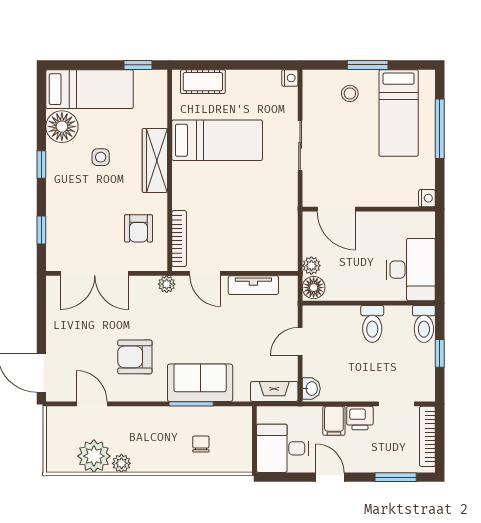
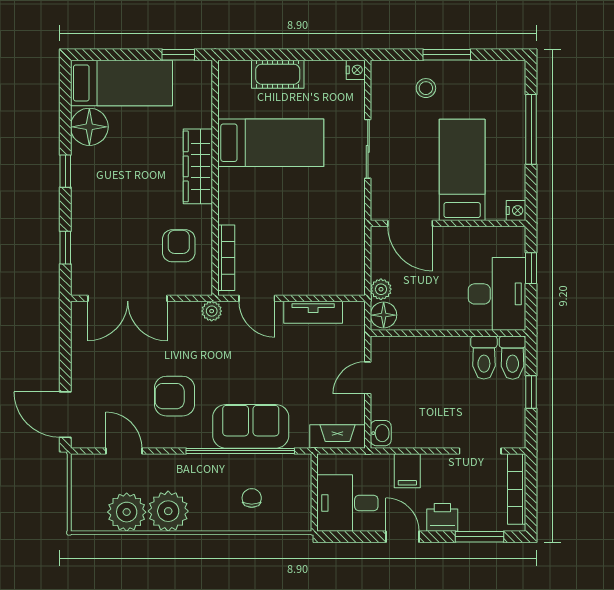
cot: (203, 82) -> (278, 74), moved
bed: (399, 113) -> (462, 170), moved, turned 180
side table: (101, 157) -> (135, 163), removed
armchair: (139, 228) -> (179, 246), turned 180
window: (440, 247) -> (531, 268), added
toilet: (372, 324) -> (484, 358), moved
window: (191, 404) -> (240, 451), width x2.11
printer: (360, 418) -> (442, 517), moved, turned 180
plant: (121, 463) -> (168, 511), width x1.88, depth x1.88

